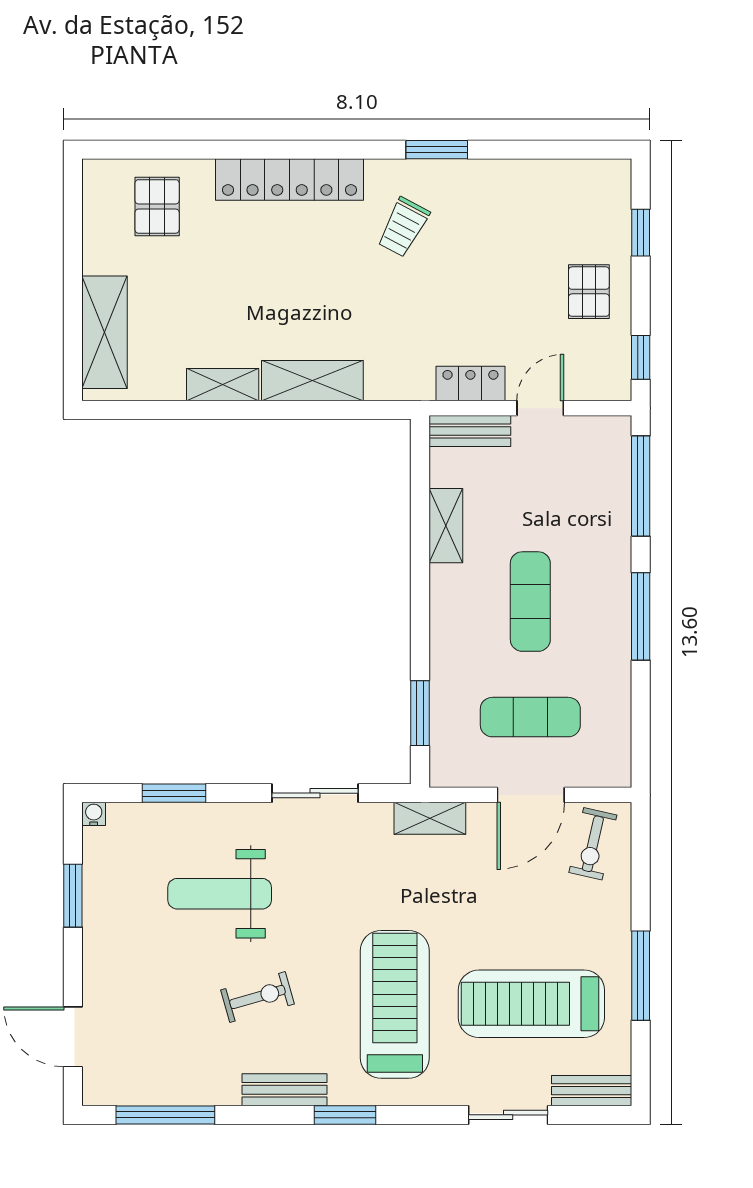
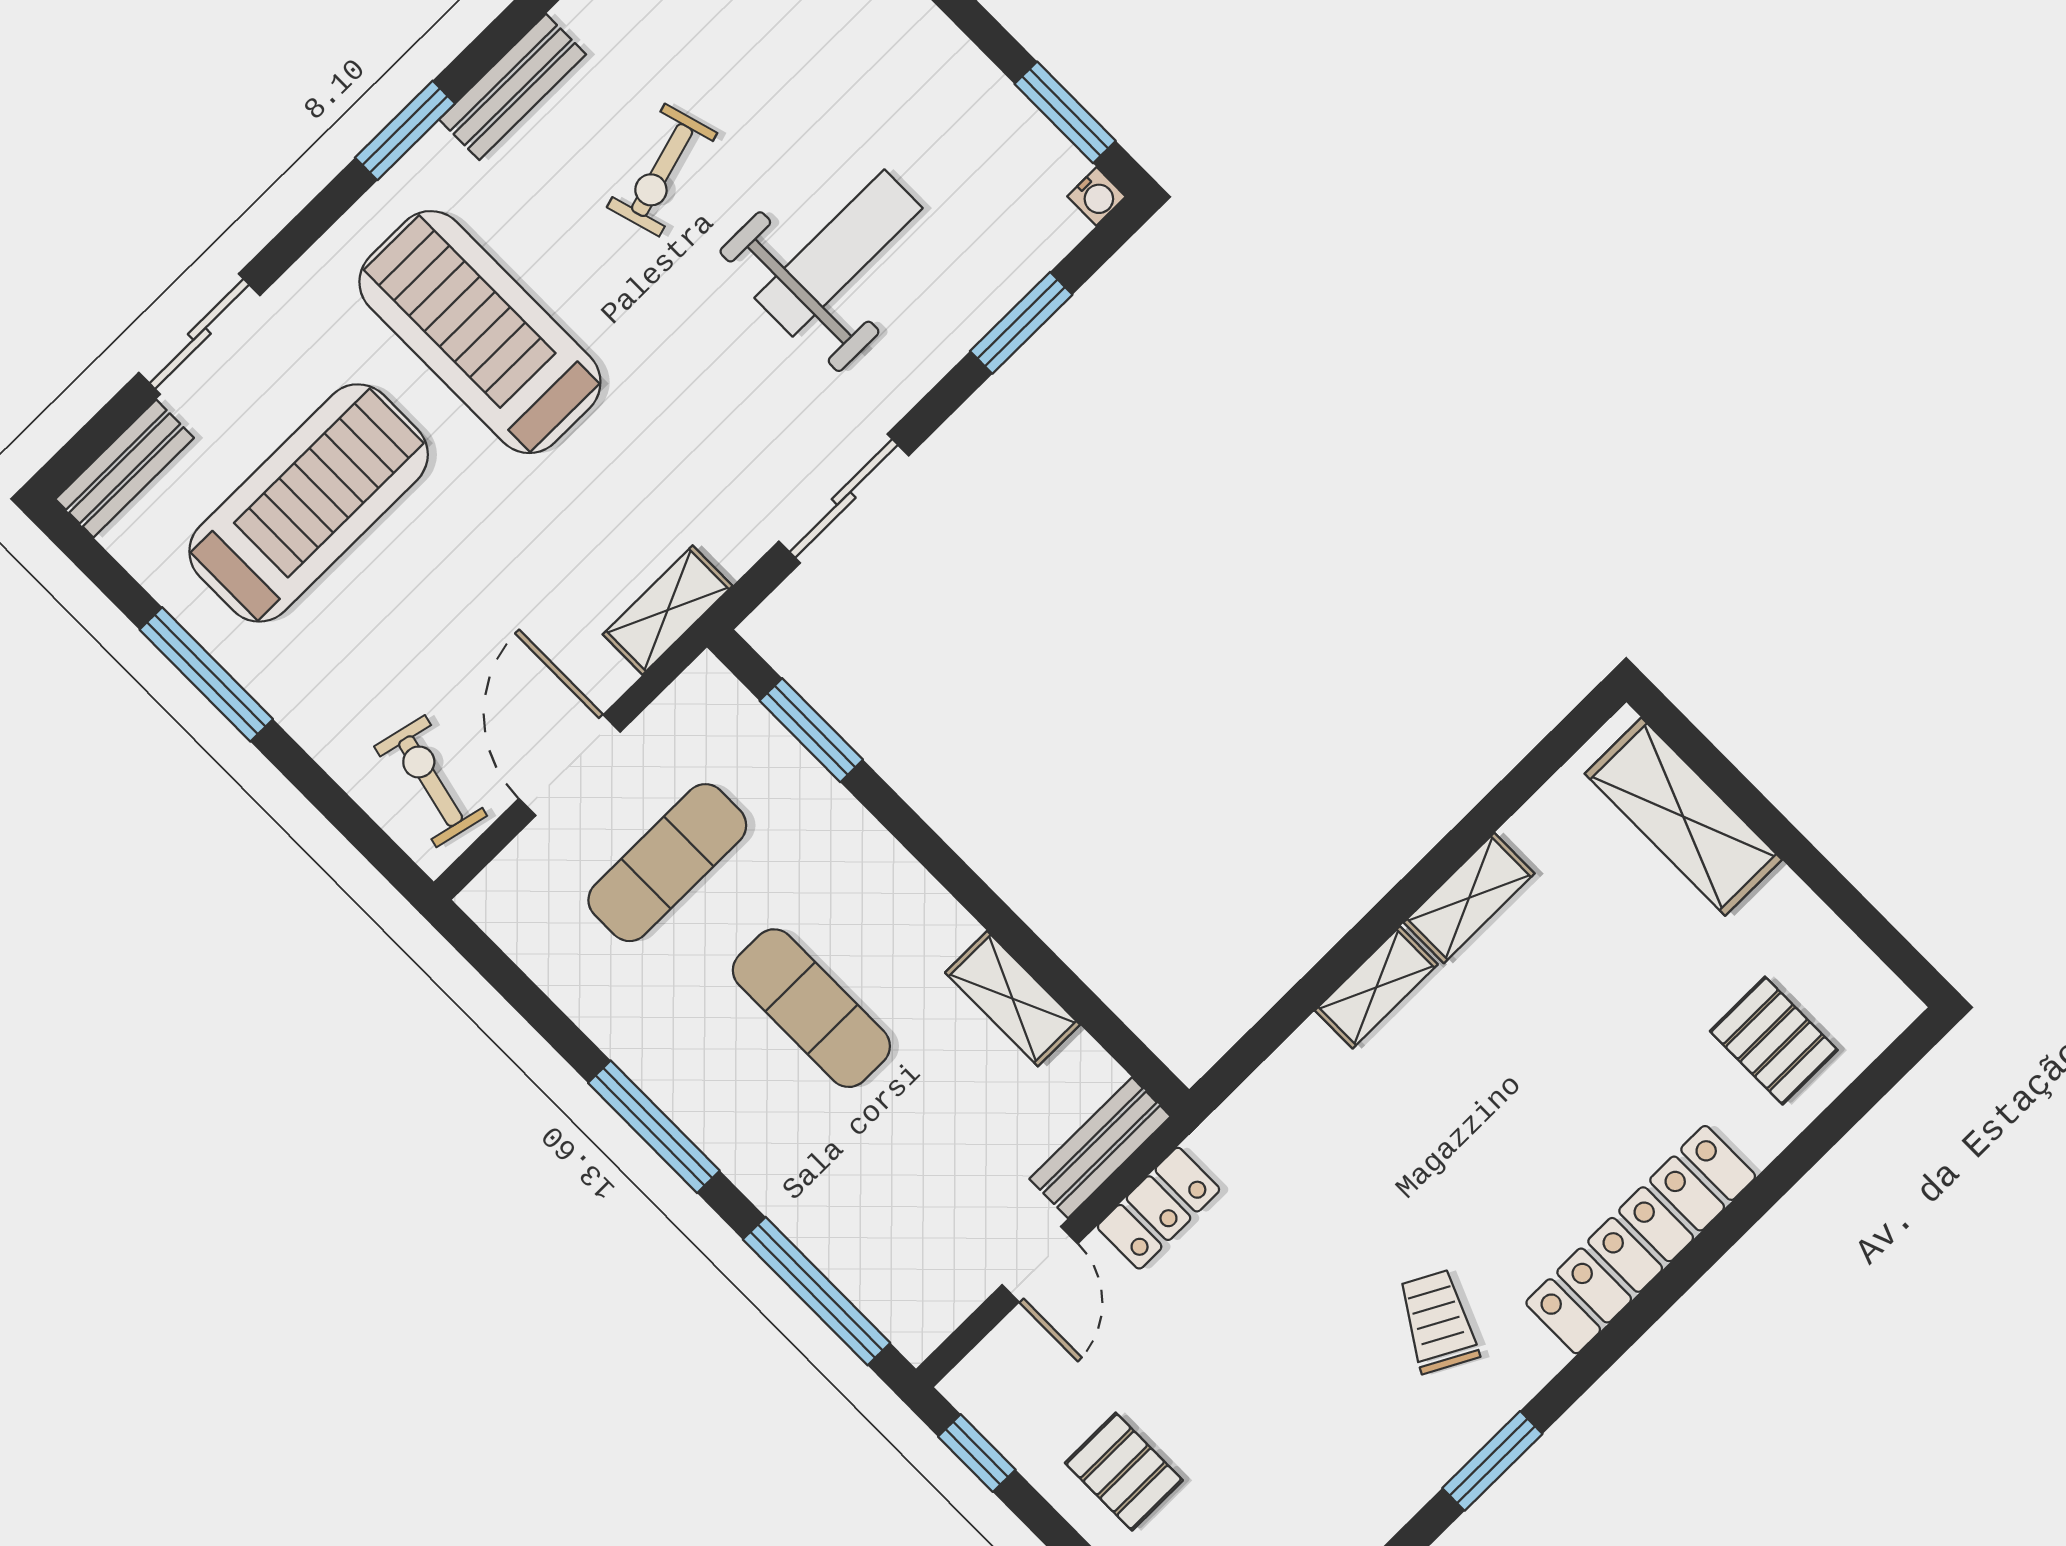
shelving: (312, 381) -> (1376, 987), width x0.67, depth x0.75
window: (73, 896) -> (1065, 112), moved
treadmill: (395, 1004) -> (480, 332), turned 180

